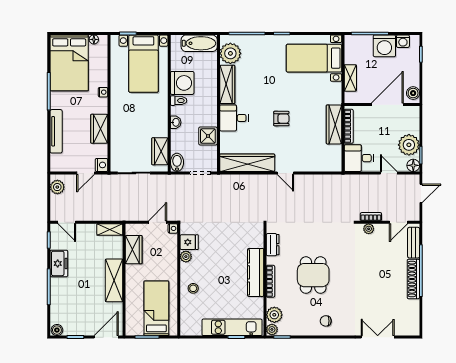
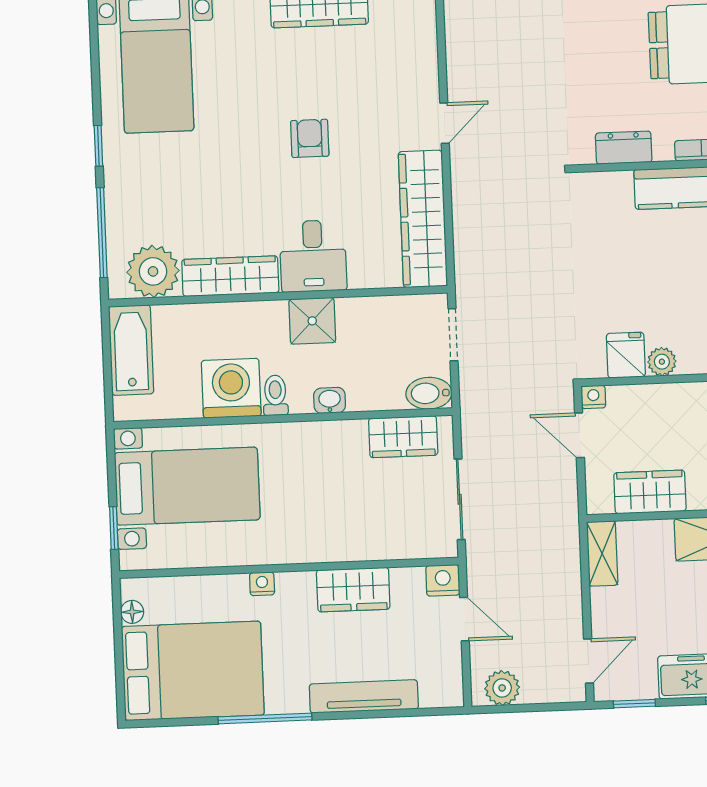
shower: (208, 136) -> (312, 321), moved

